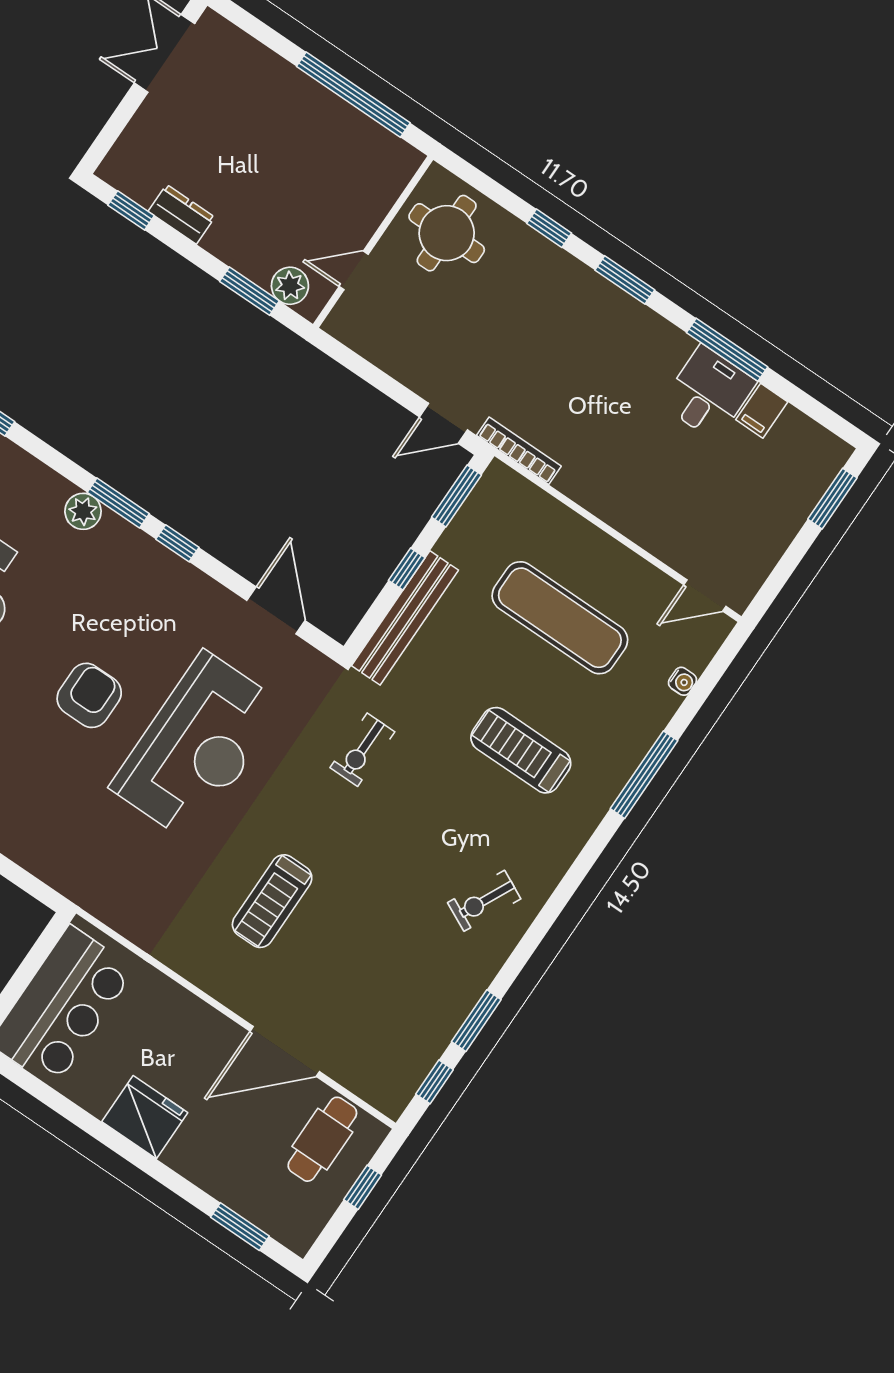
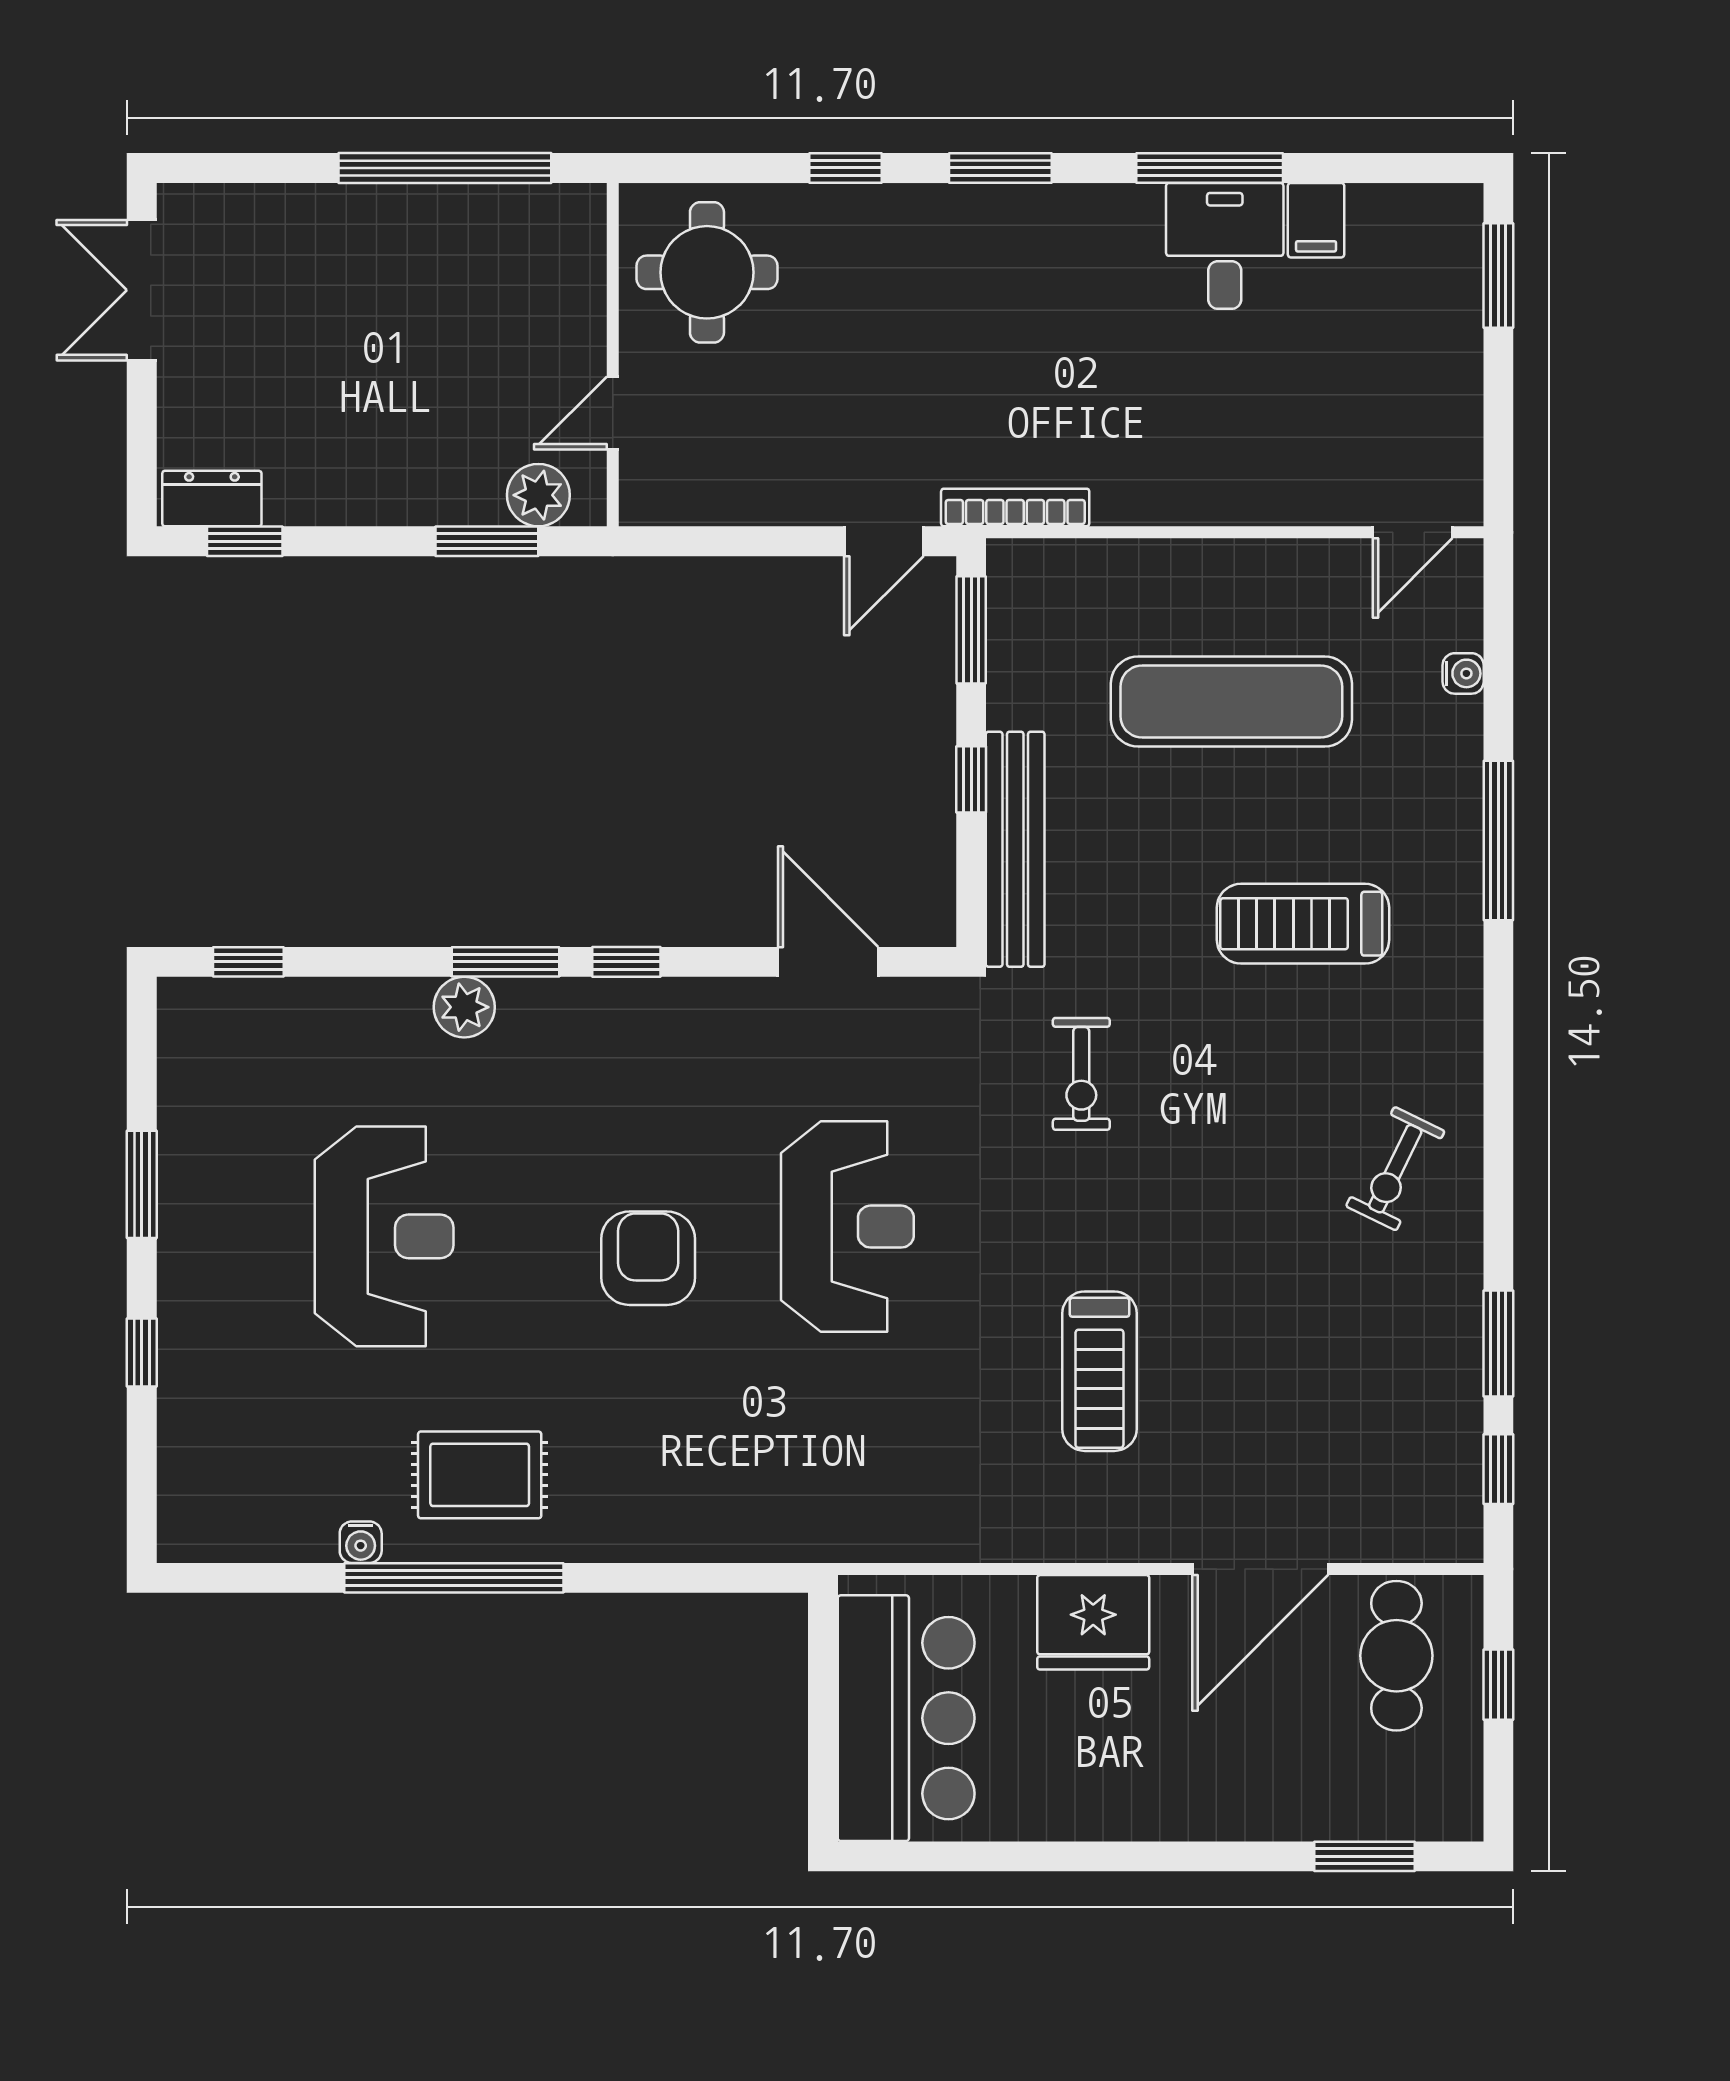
dresser: (181, 214) -> (212, 499), moved
reception desk: (197, 746) -> (847, 1227), width x0.74, depth x0.77
fridge: (145, 1117) -> (1093, 1622), moved, turned 180

